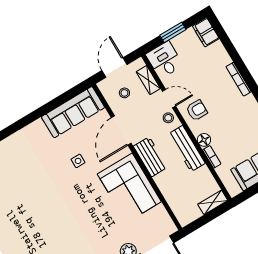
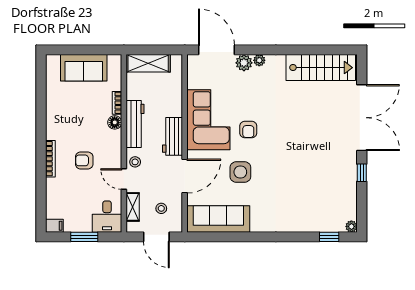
filing cabinet: (206, 32) -> (54, 226), width x0.50
door: (114, 67) -> (156, 237), hinge flipped
armchair: (197, 110) -> (84, 160), moved
side table: (78, 161) -> (240, 172), width x1.87, depth x1.87
armchair: (92, 199) -> (248, 130), added
shelving: (213, 202) -> (148, 63), width x1.50, depth x1.33

